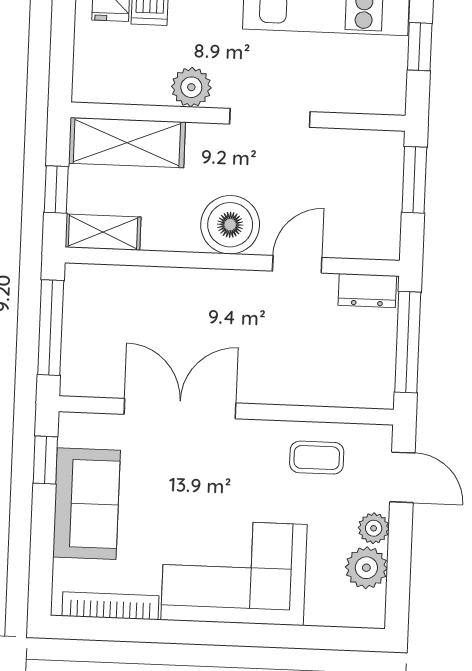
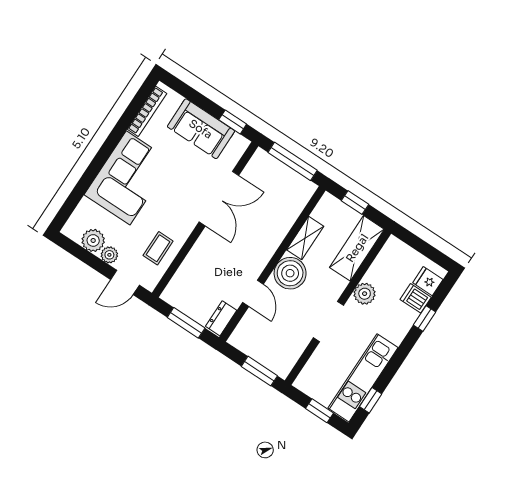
shelving: (103, 232) -> (305, 238), moved
window: (408, 342) -> (186, 323), width x0.69

